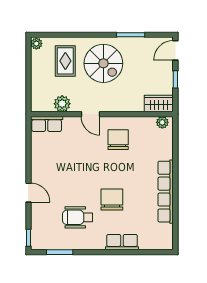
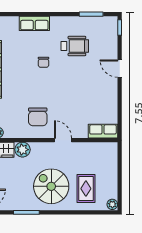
plant: (62, 104) -> (23, 150), moved
chair: (112, 200) -> (43, 62), width x0.54, depth x0.54

